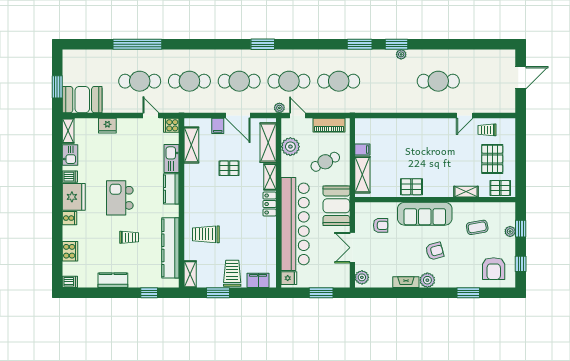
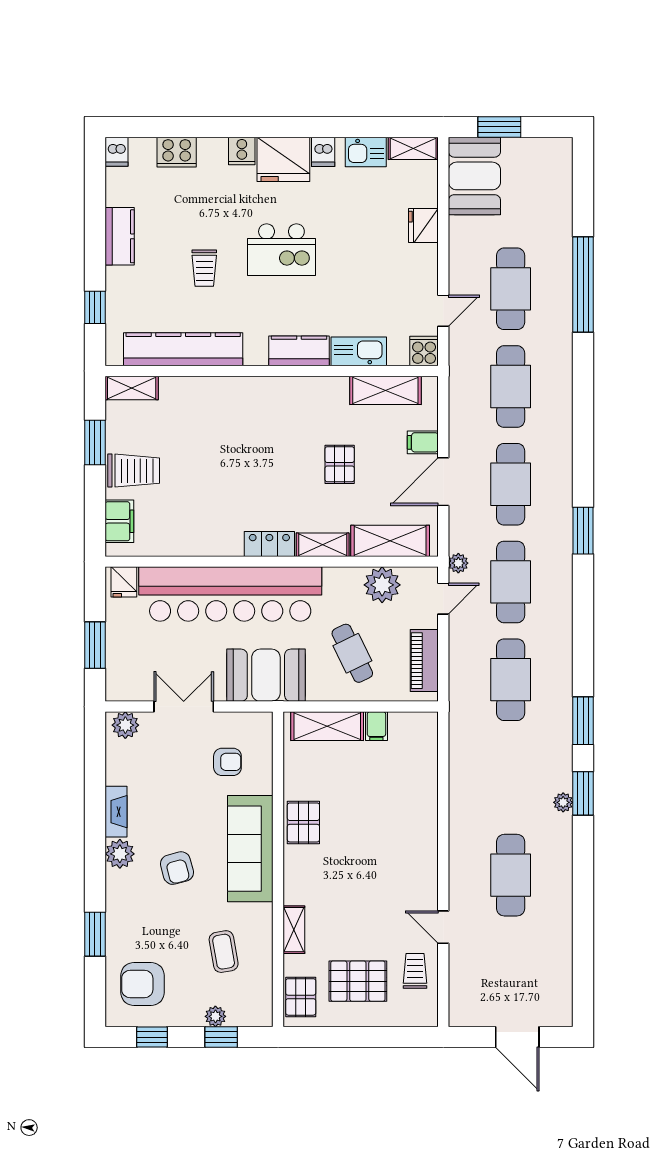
kitchen island: (120, 198) -> (281, 250), turned 180
armchair: (381, 225) -> (227, 762), turned -90
trolley: (206, 234) -> (210, 419), removed

